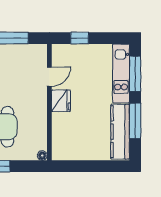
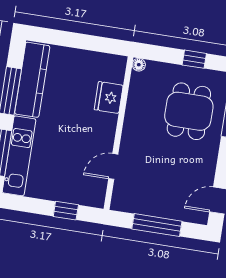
fridge: (61, 101) -> (109, 97), moved

